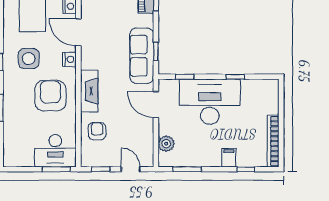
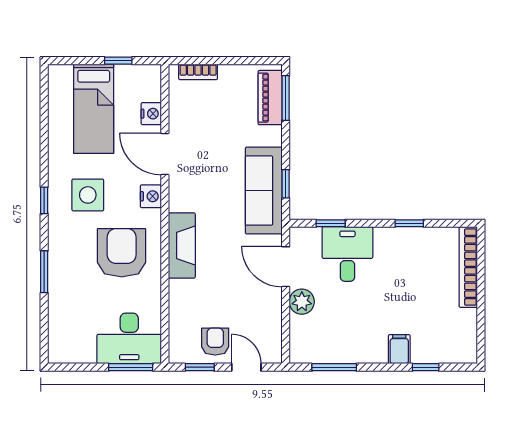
desk: (210, 102) -> (347, 254), width x0.53, depth x0.77
armchair: (97, 131) -> (215, 342), moved
bookcase: (273, 141) -> (468, 267), moved
plant: (166, 144) -> (302, 302), moved

